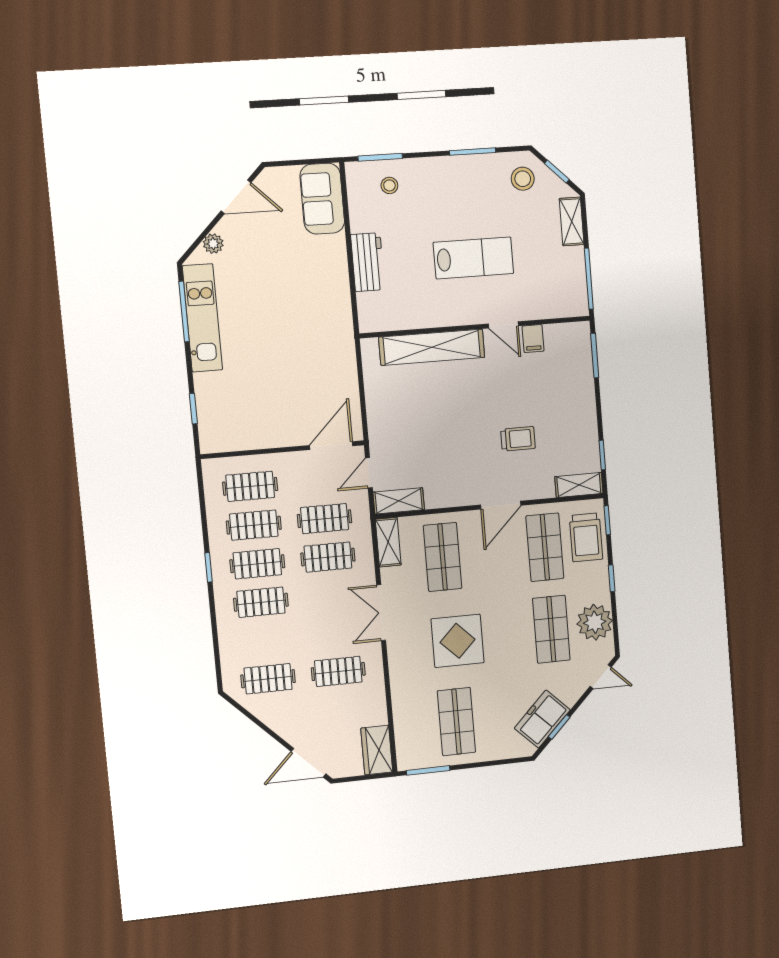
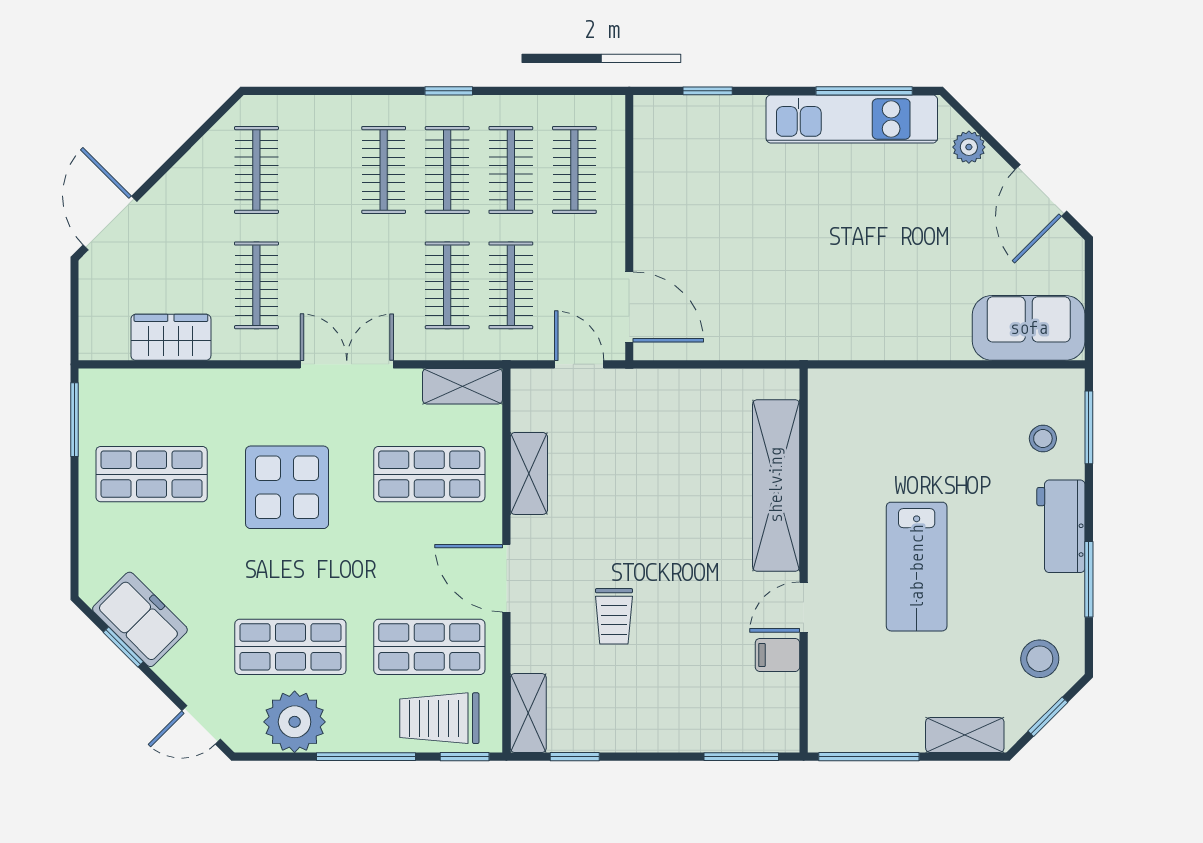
workbench: (368, 262) -> (1061, 526), moved, turned 90
shelving: (399, 501) -> (529, 473), moved
window: (612, 578) -> (366, 757), width x2.17
door: (601, 677) -> (201, 725), hinge flipped
wardrobe: (377, 750) -> (171, 337), moved

